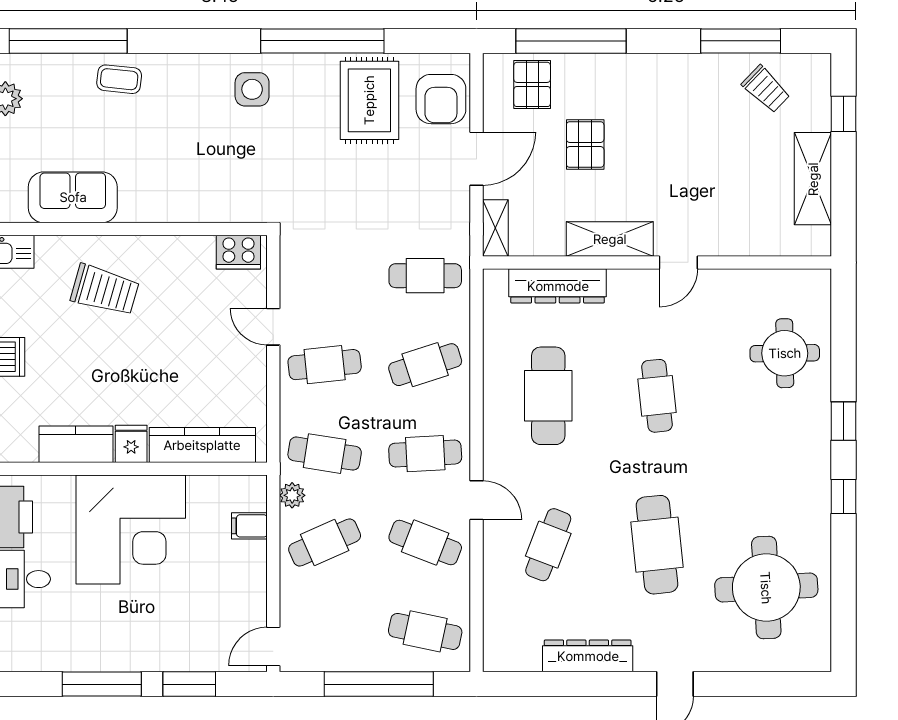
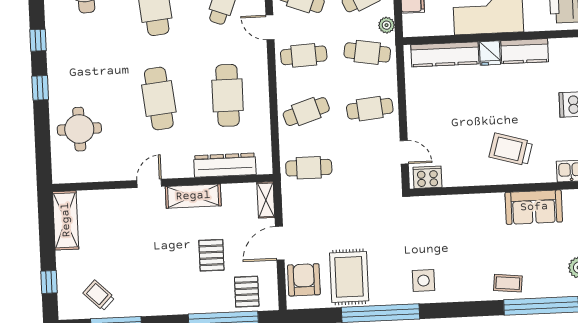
shelving: (813, 179) -> (66, 220), moved
door: (273, 327) -> (404, 152), moved
cafe table: (657, 396) -> (159, 98), width x1.37, depth x1.35

